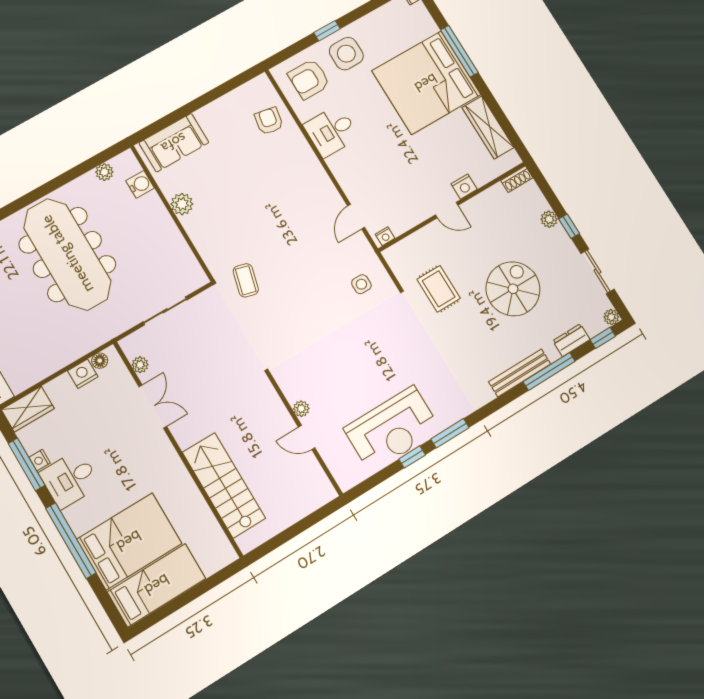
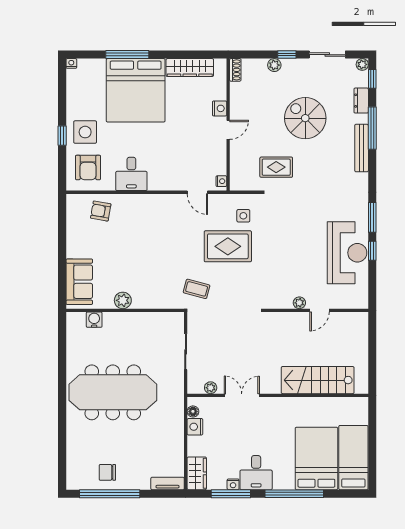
plant: (104, 172) -> (73, 338), removed
rug: (316, 287) -> (228, 246), added

